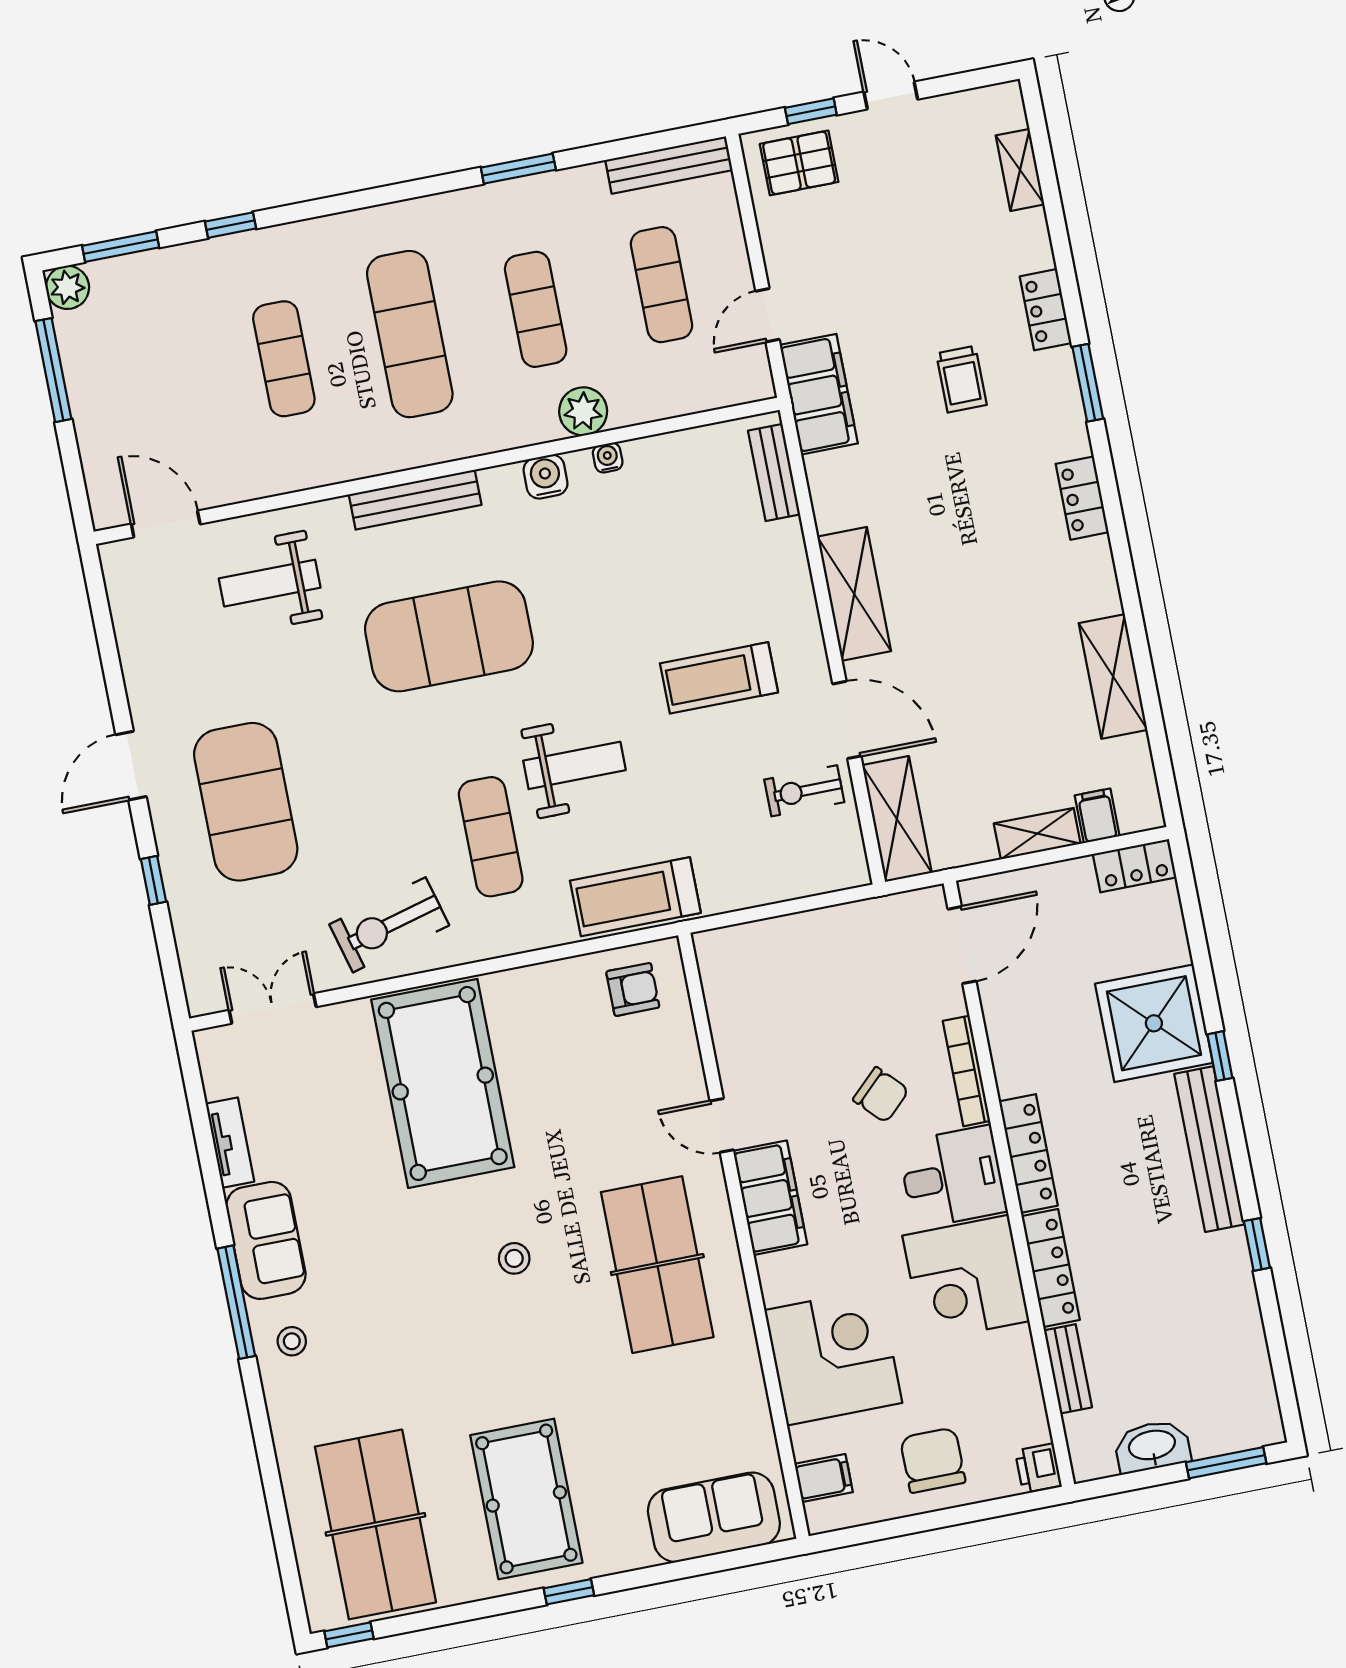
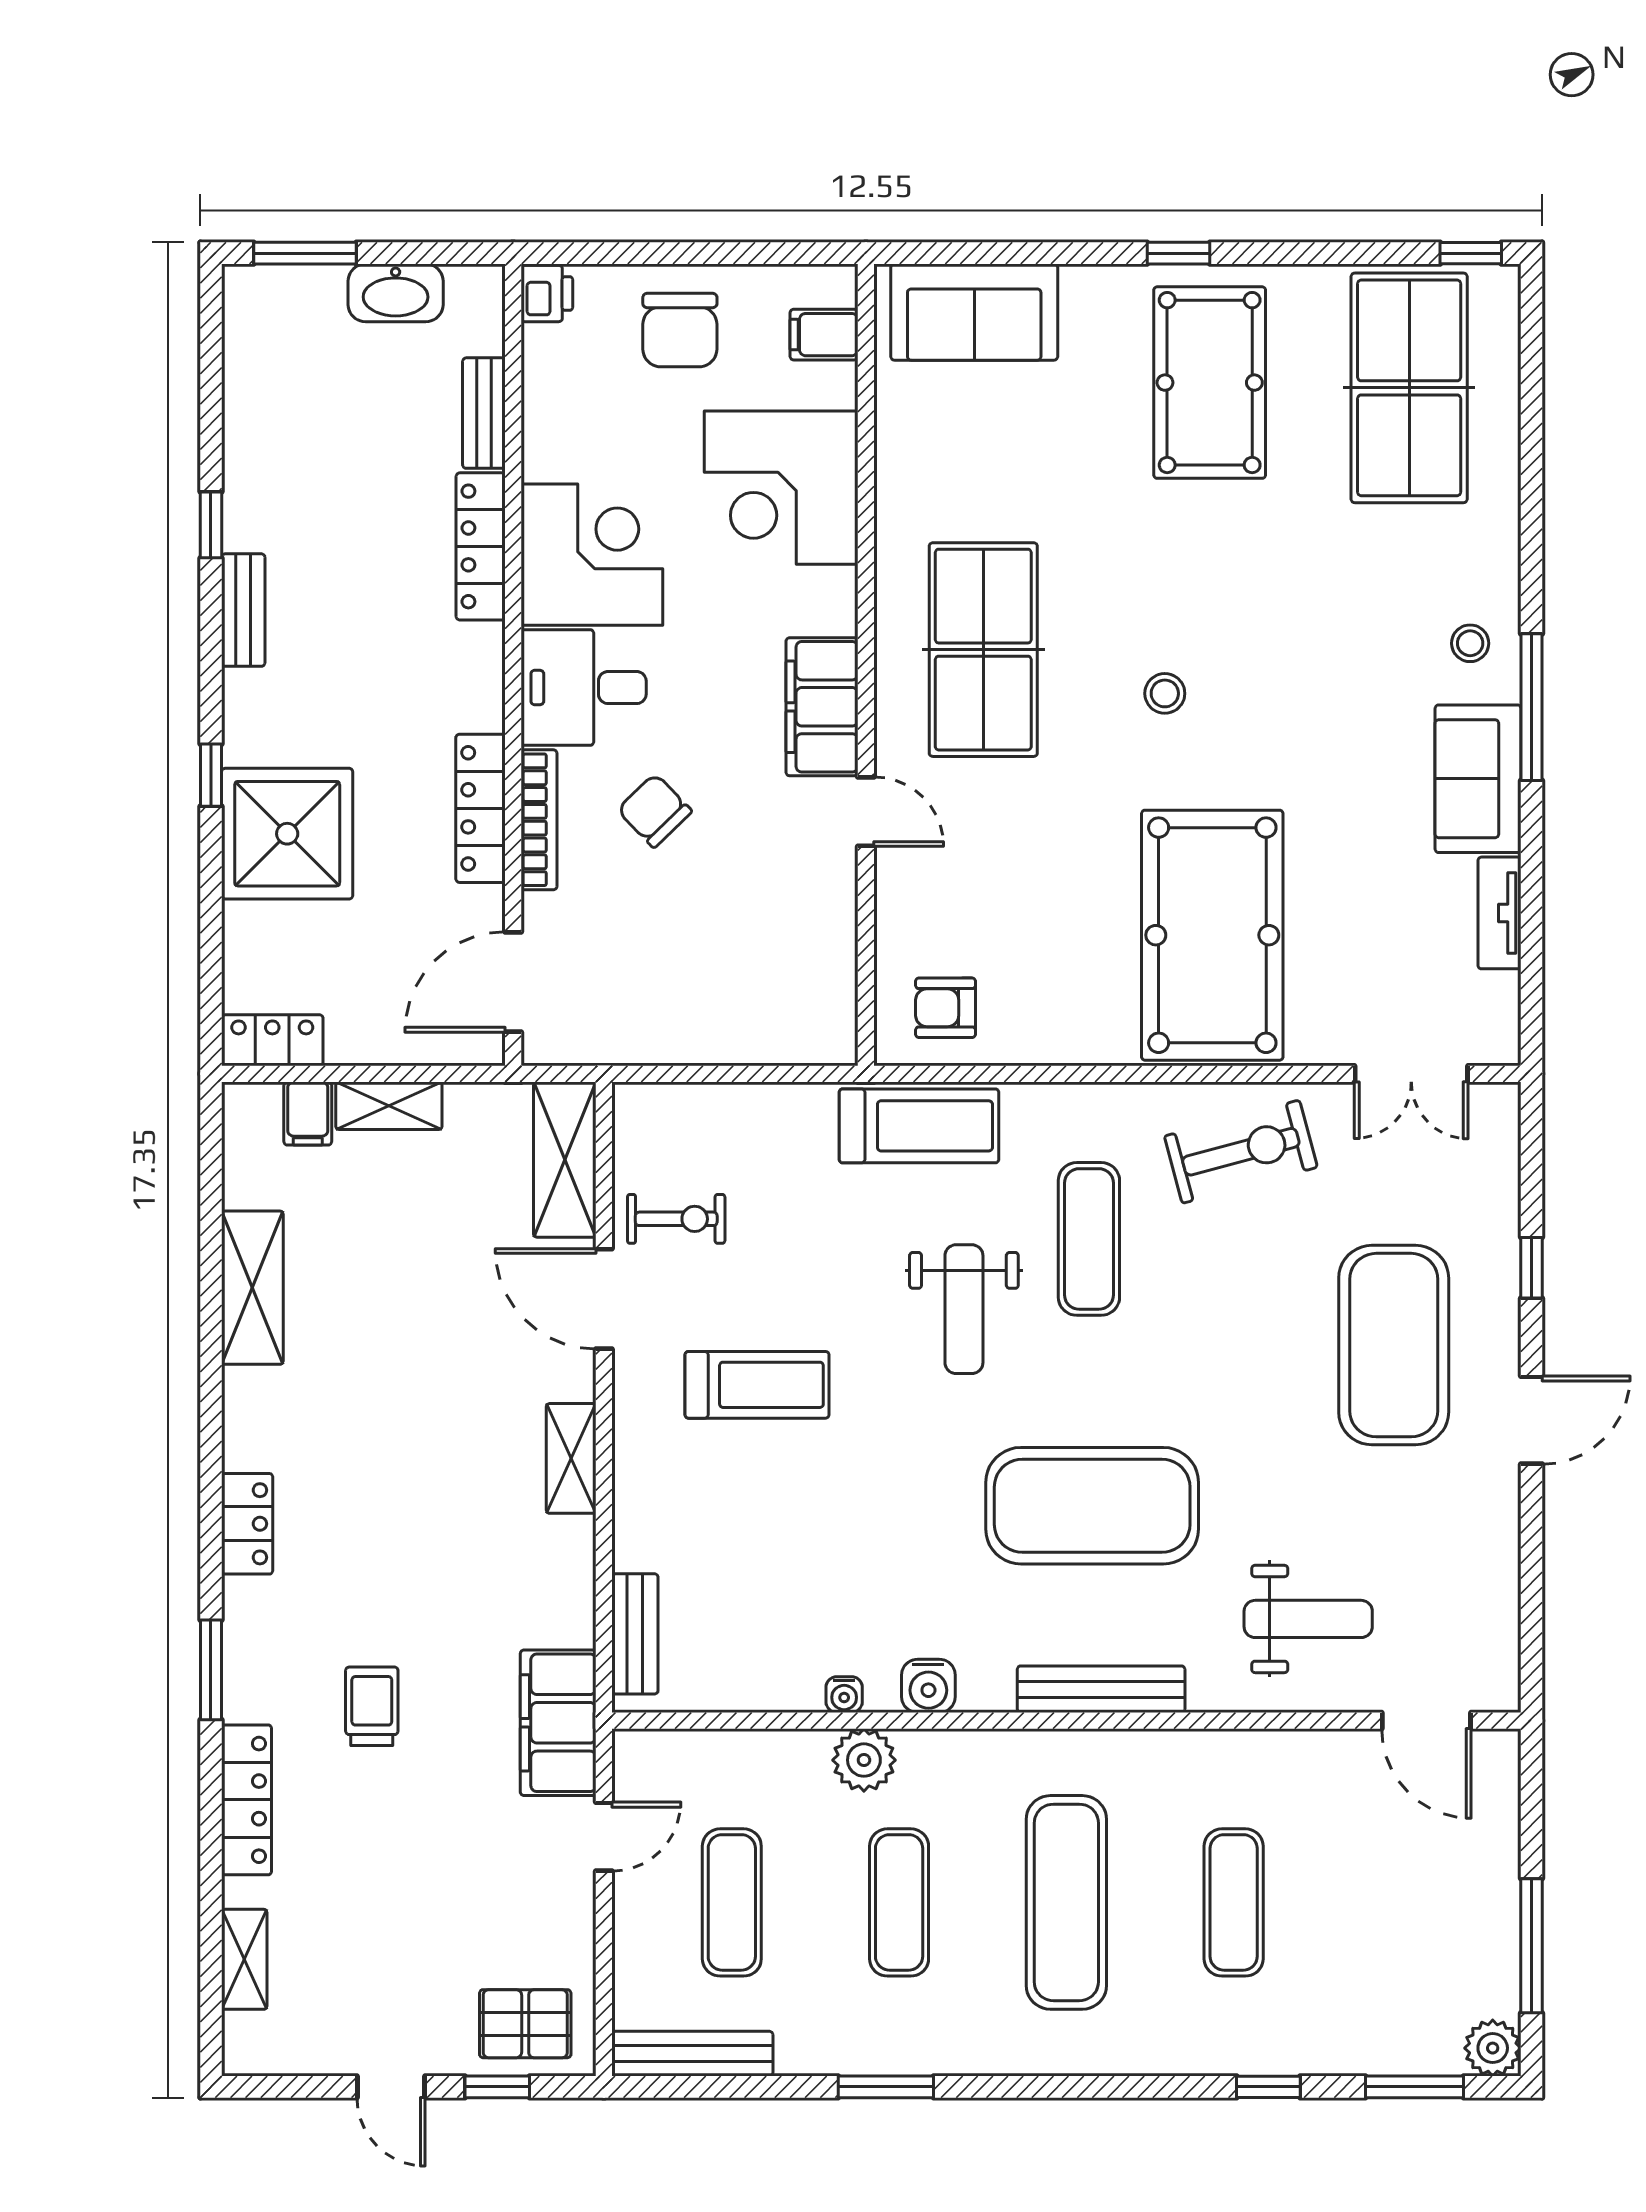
locker: (1046, 310) -> (247, 1800), width x1.53
shelving: (854, 594) -> (571, 1458), width x0.67, depth x0.75
weight bench: (574, 765) -> (964, 1309), turned -90
bench: (1209, 1149) -> (243, 610), width x0.54, depth x0.82
locker: (1028, 1153) -> (480, 808), moved

